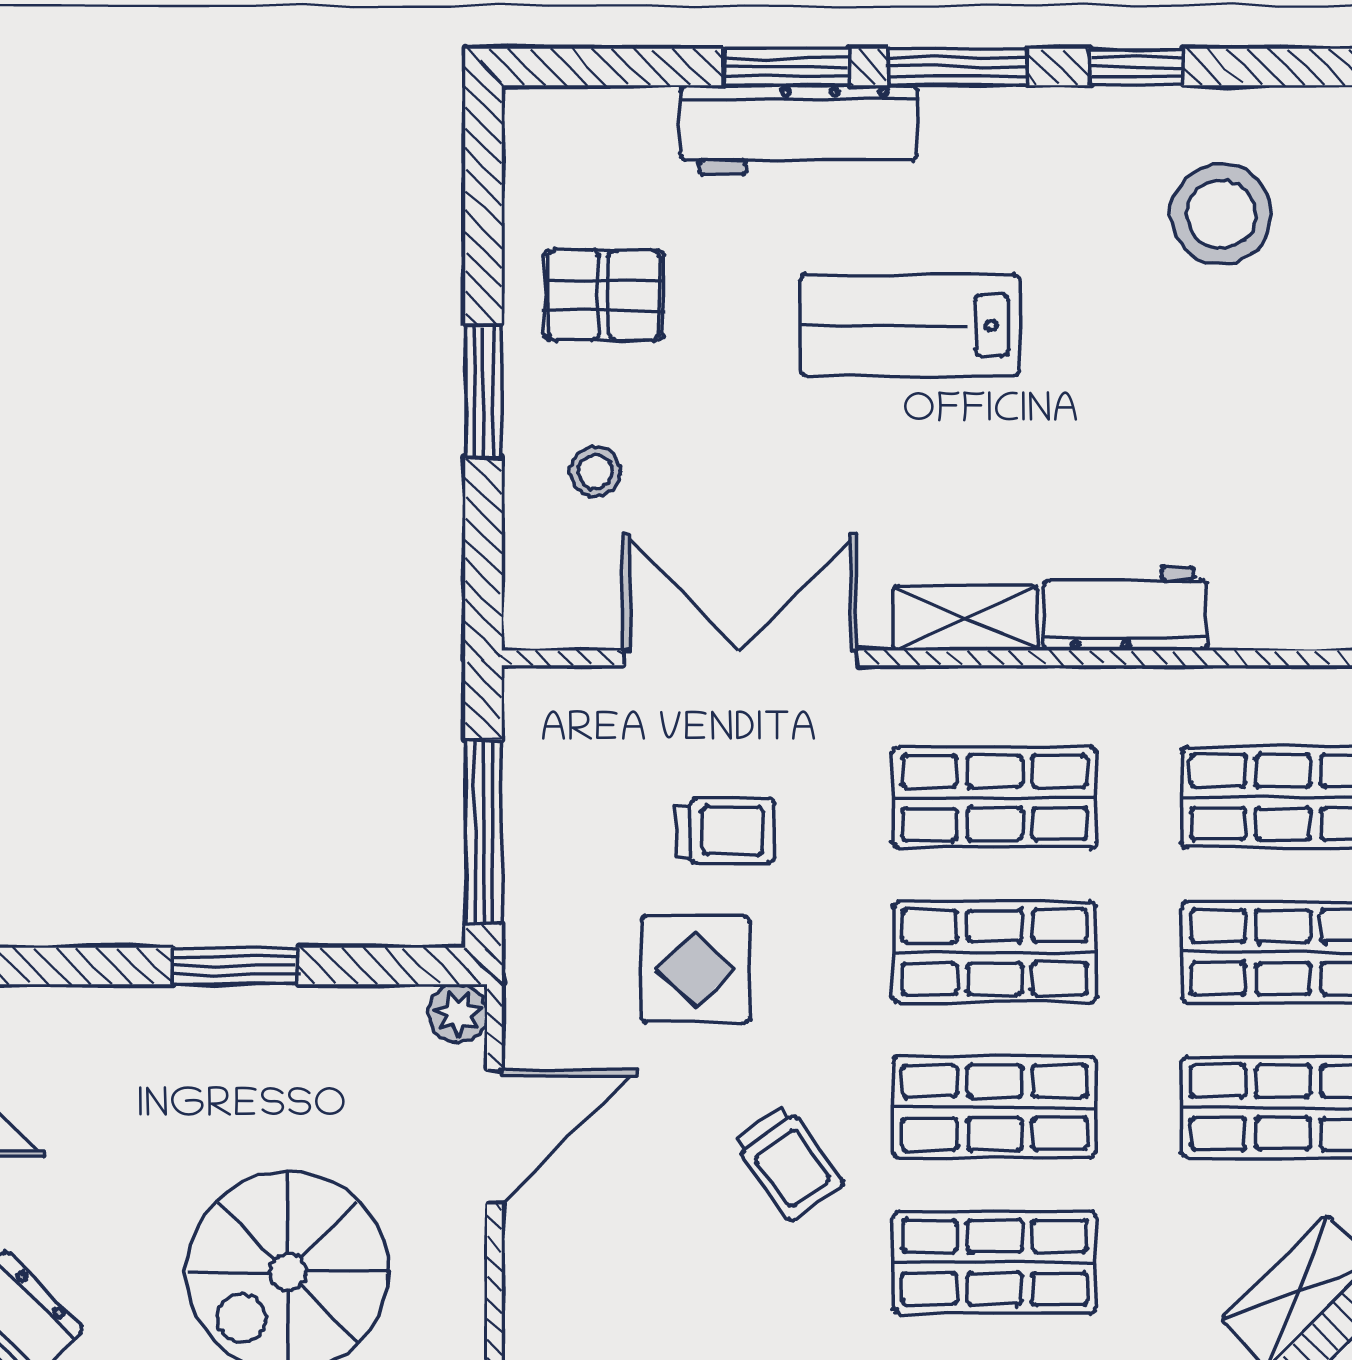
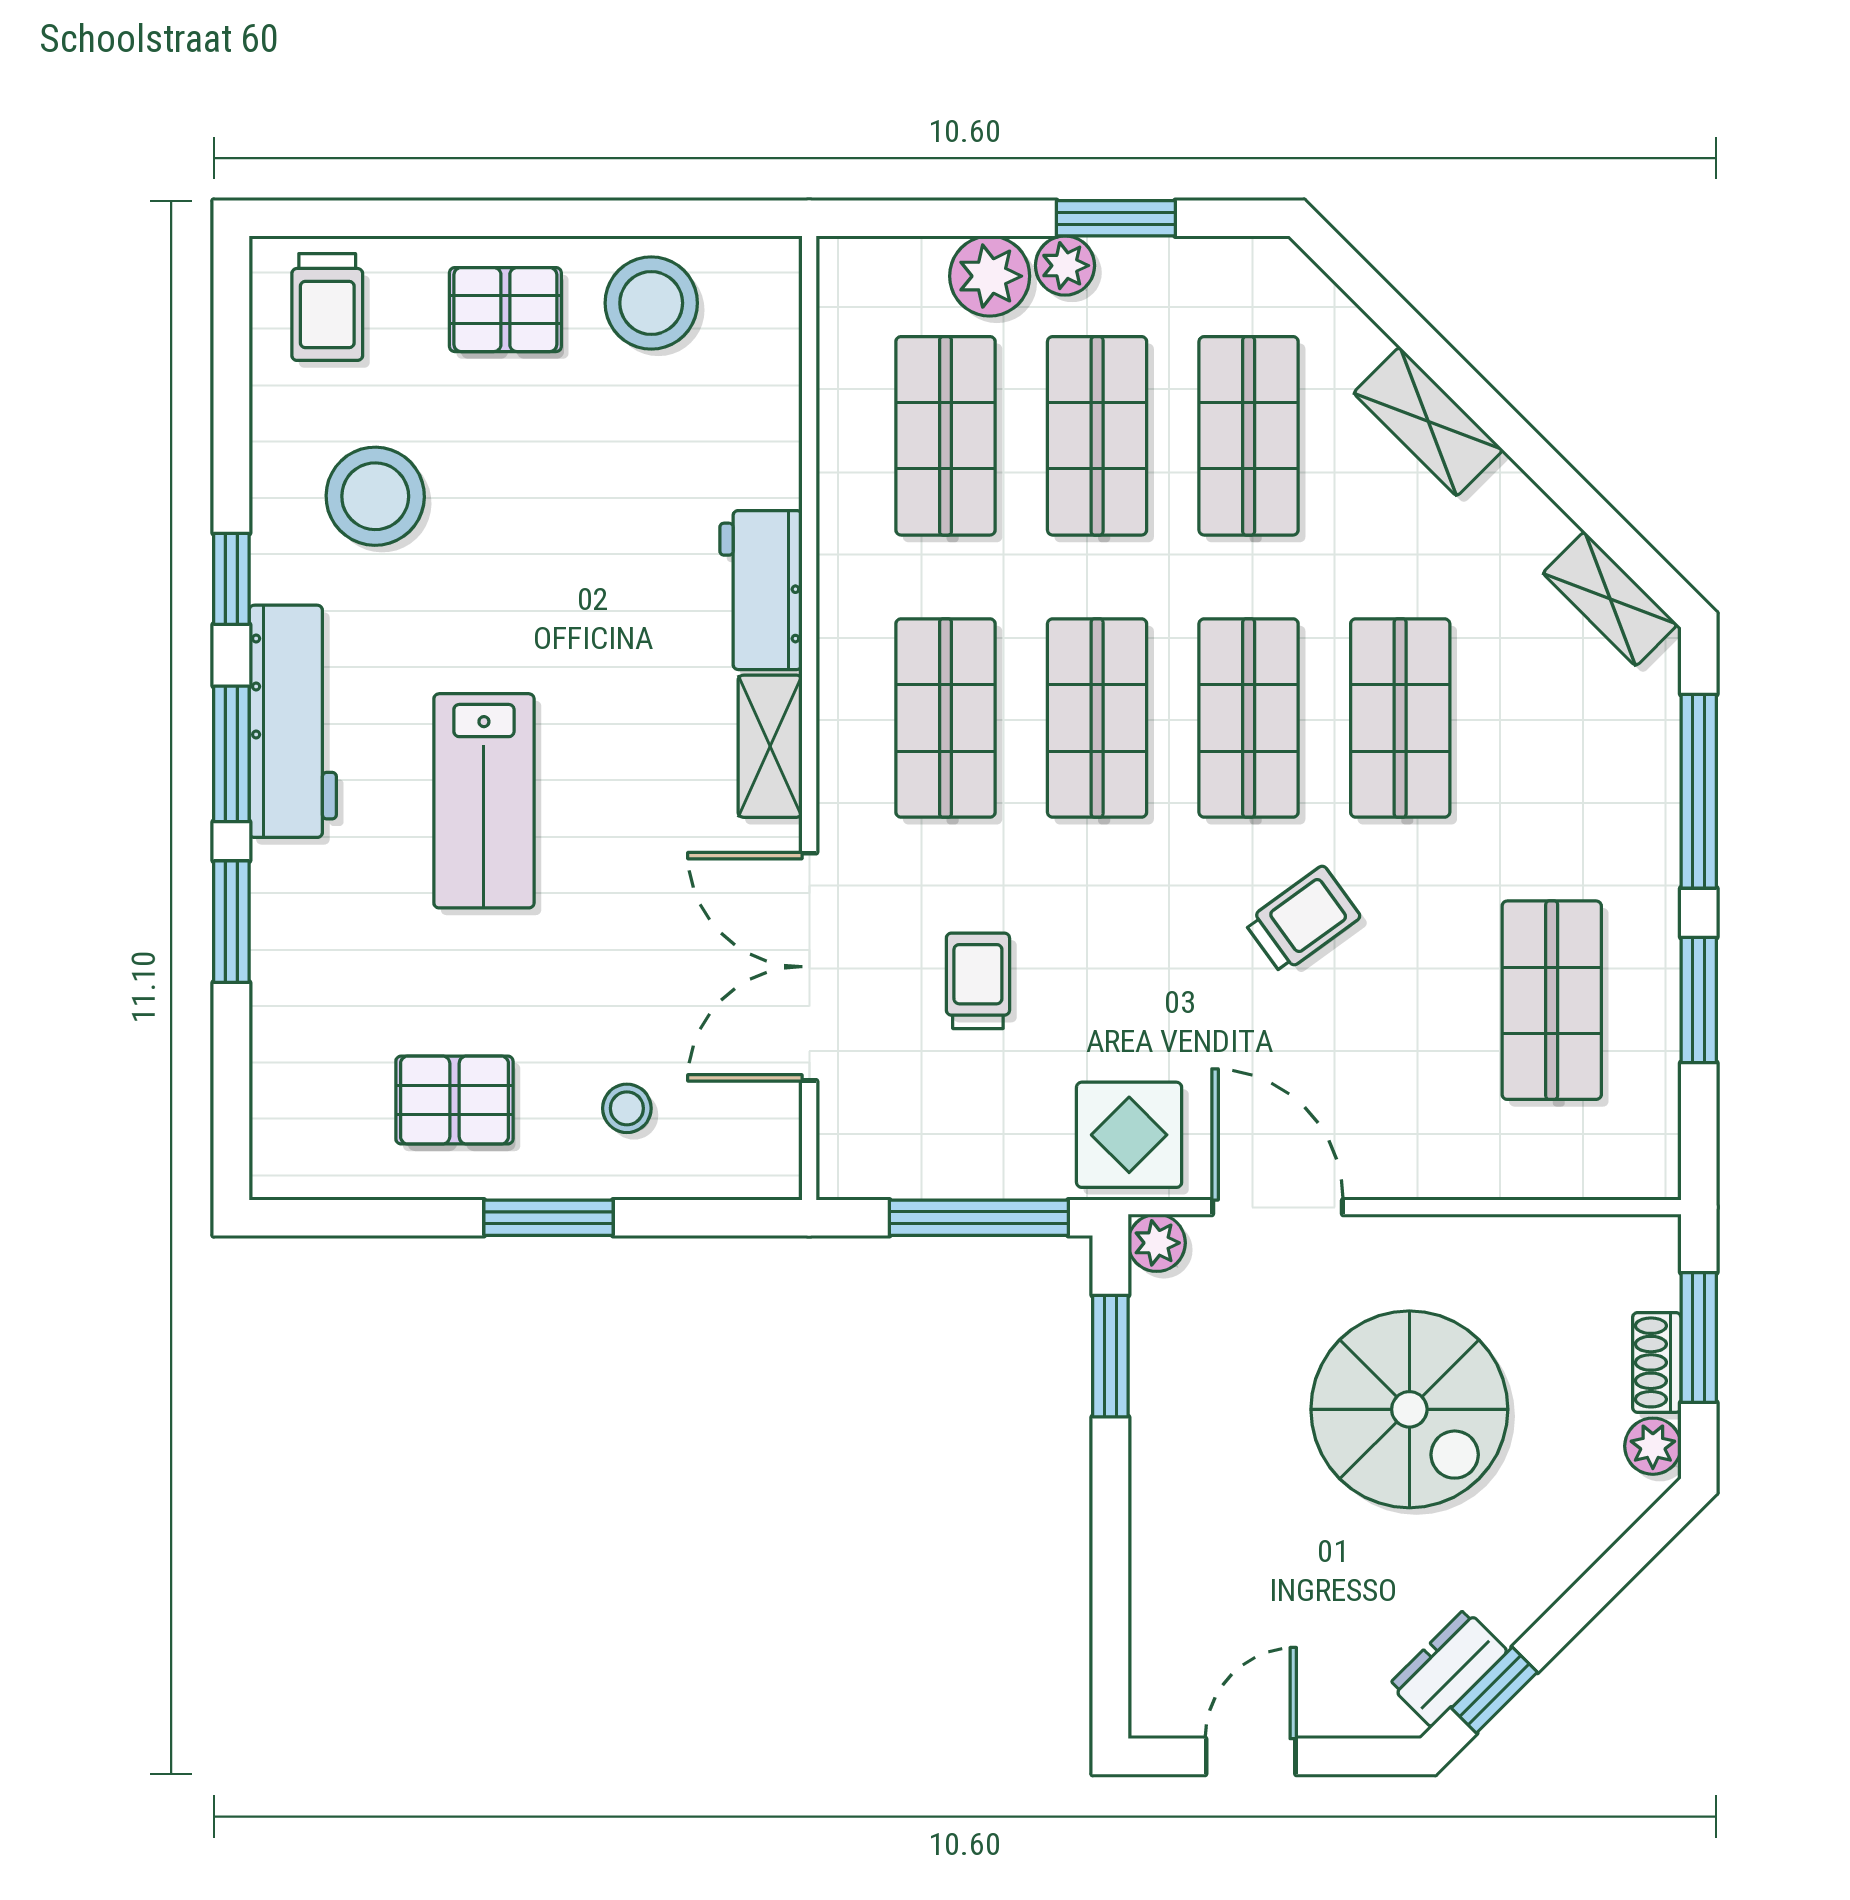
workbench: (799, 130) -> (293, 721), moved
pallet: (604, 295) -> (454, 1100), turned 90
window: (235, 966) -> (1110, 1356), moved
display table: (695, 969) -> (1129, 1135), moved

